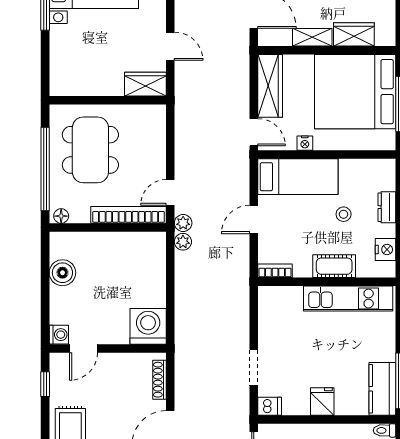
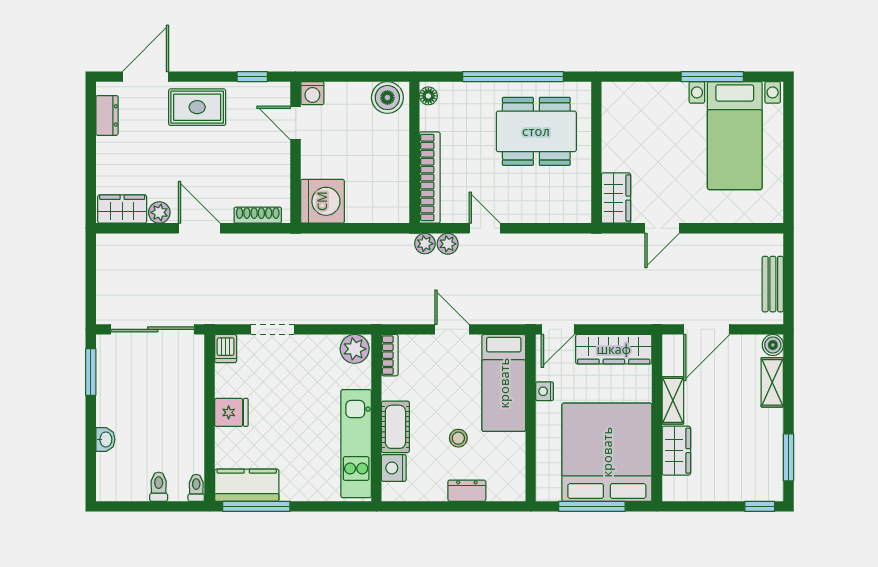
bookcase: (129, 215) -> (430, 178), moved
floor lamp: (61, 216) -> (428, 96), moved
wall: (108, 228) -> (414, 152), moved
nightstand: (385, 249) -> (394, 468), moved, turned 90
plant: (270, 300) -> (355, 349), added

